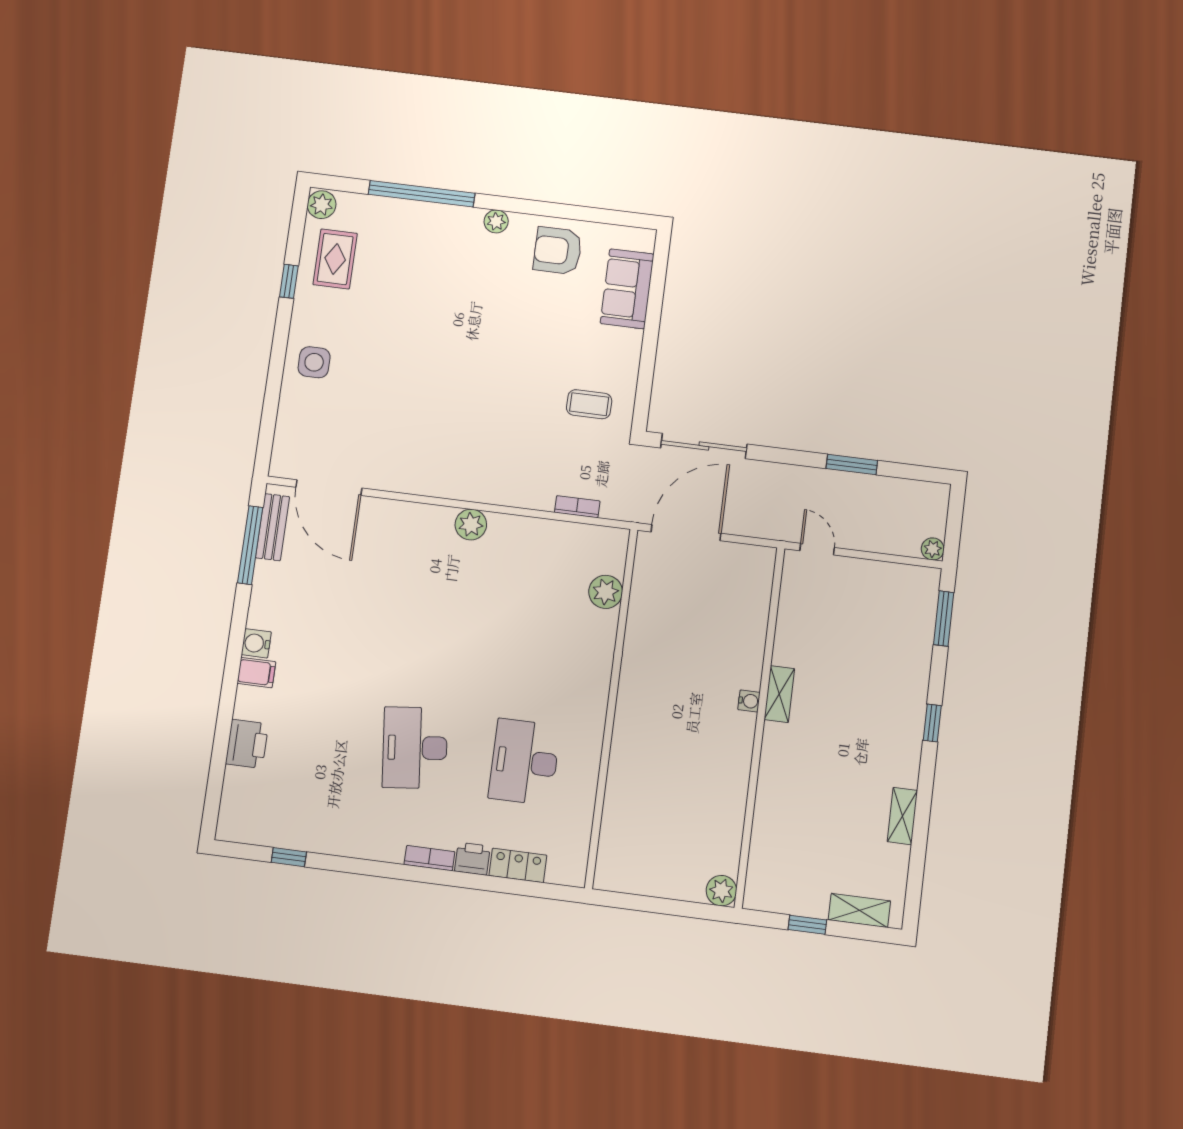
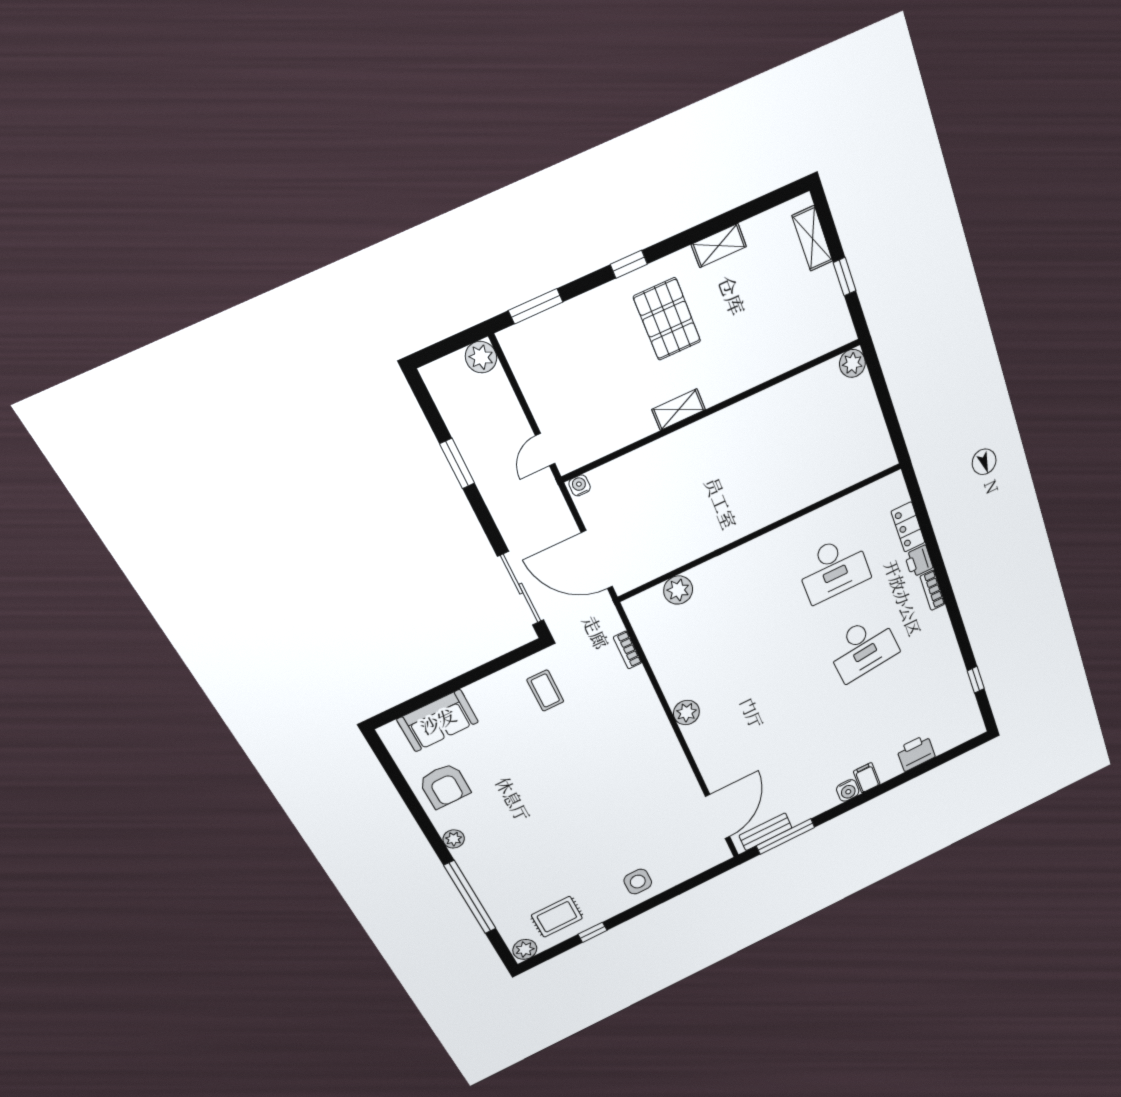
plant: (933, 549) -> (481, 357), width x1.38, depth x1.38
water cooler: (749, 701) -> (580, 485), moved
pallet: (866, 731) -> (667, 319), added

